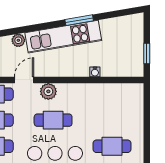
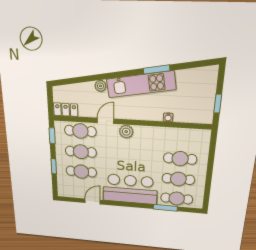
cafe table: (53, 120) -> (180, 159), moved

